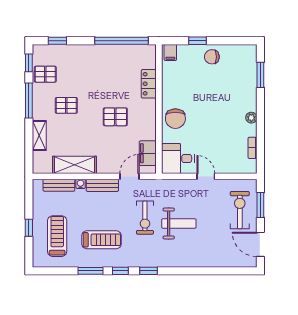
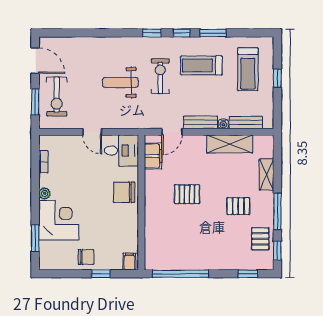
pallet: (45, 74) -> (260, 239), turned 90
locker: (149, 84) -> (152, 229), removed
corner desk: (238, 92) -> (59, 220), added
chair: (175, 119) -> (124, 192), turned -90
exercise bike: (145, 218) -> (160, 76), moved

